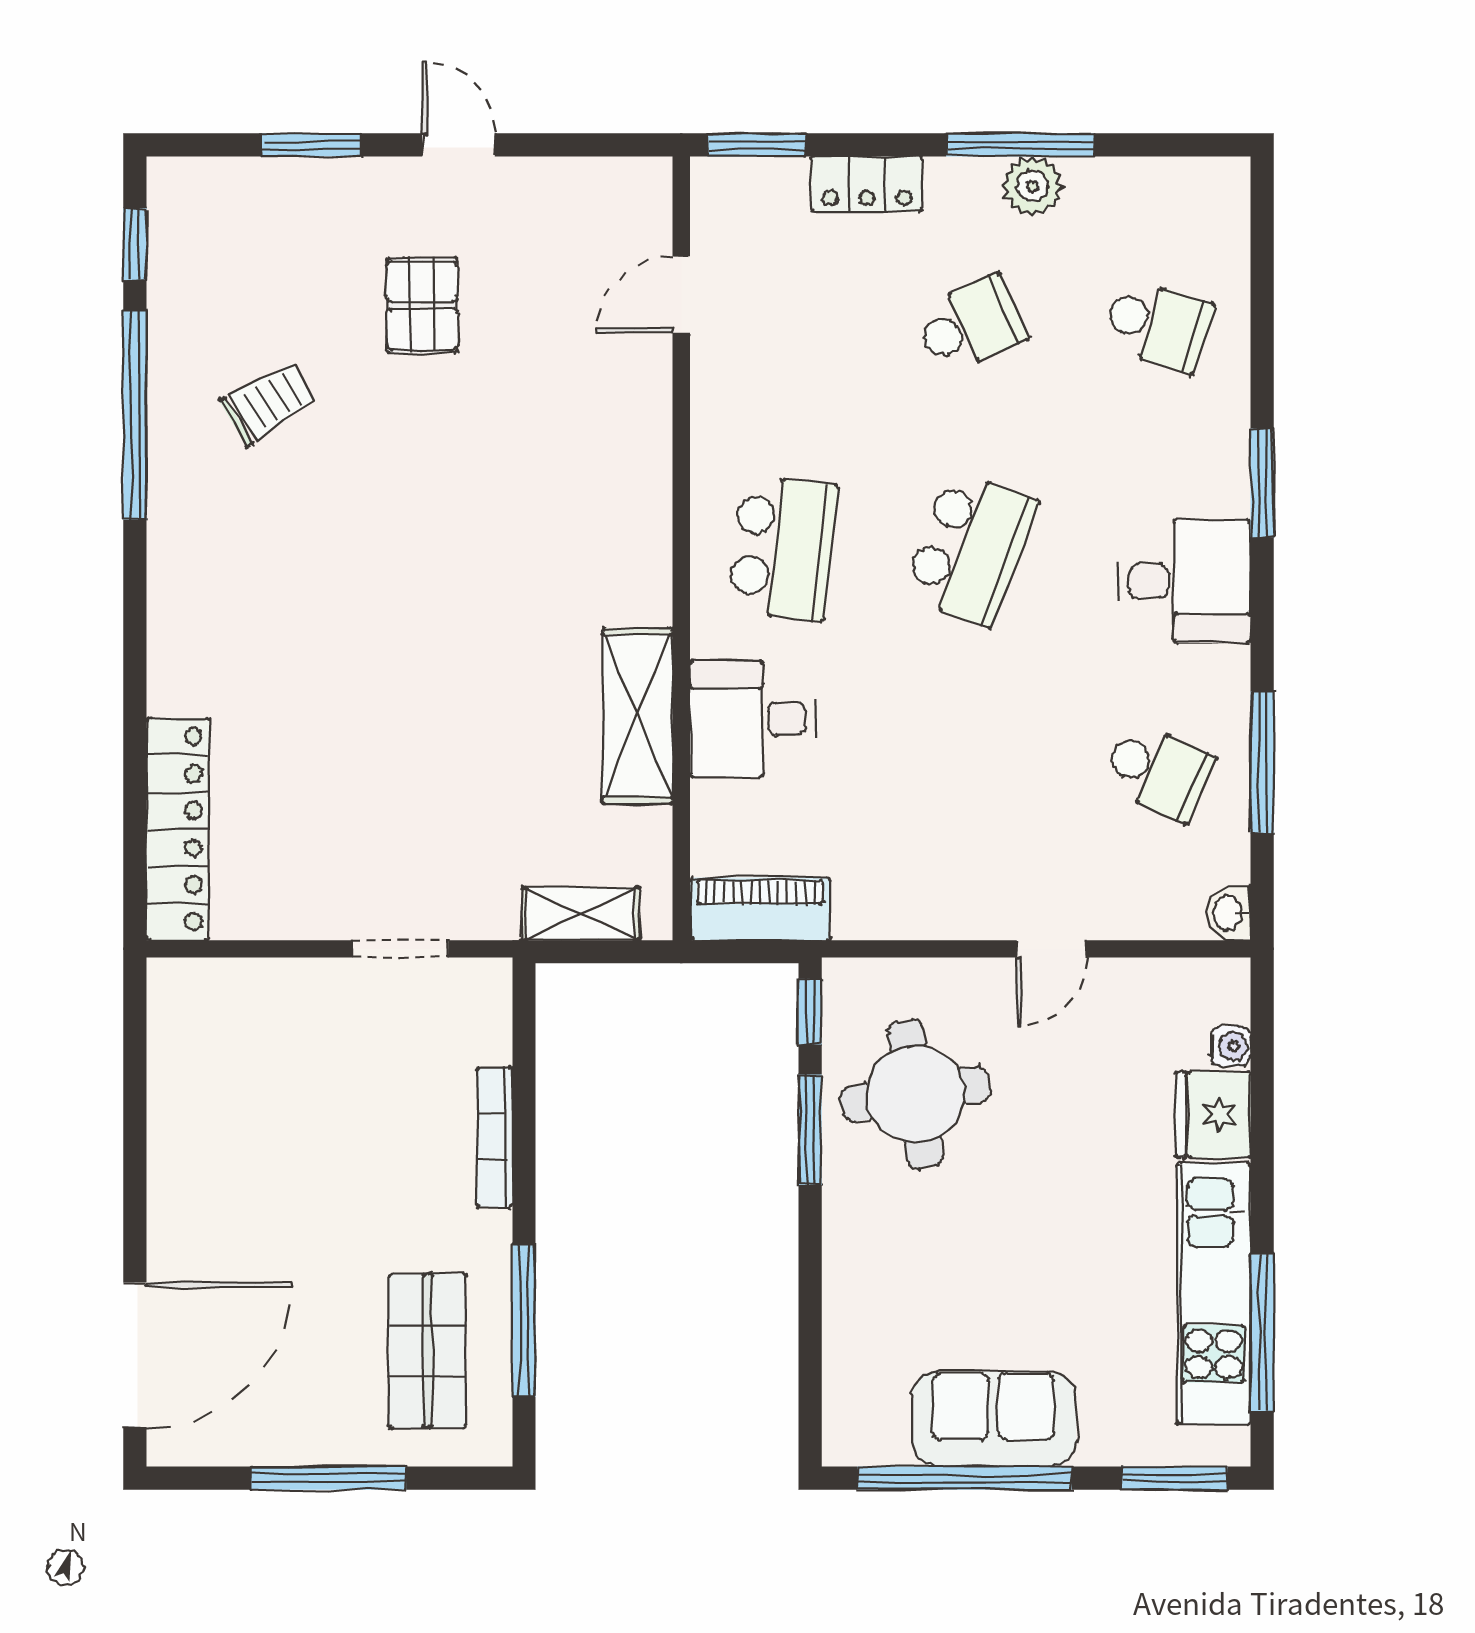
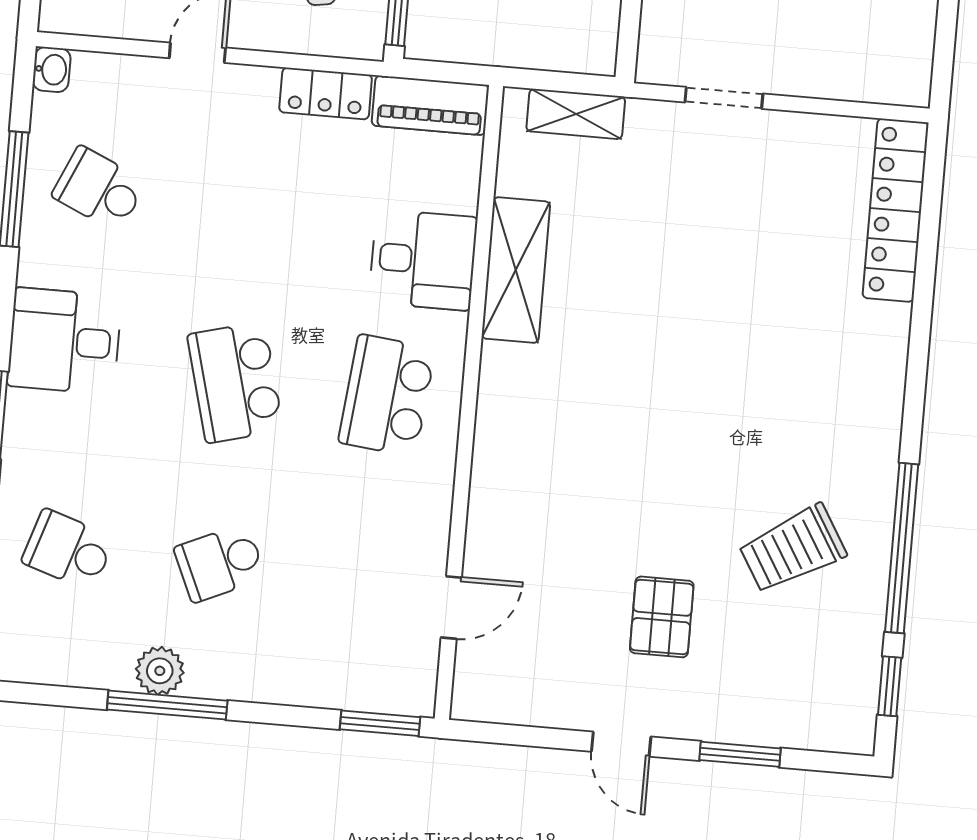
locker: (867, 184) -> (326, 94), moved, turned 180
trolley: (269, 402) -> (793, 549), width x1.36, depth x1.39
school desk: (970, 548) -> (235, 382), turned -36

